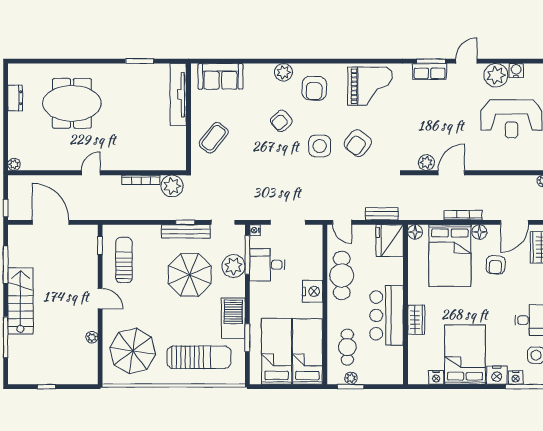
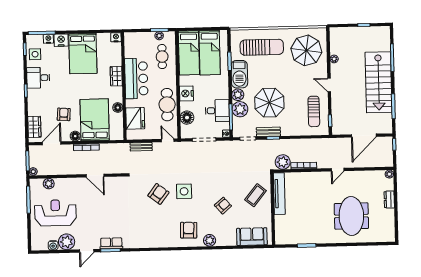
grand piano: (370, 86) -> (151, 232), removed
tv unit: (178, 95) -> (279, 194), moved
dresser: (15, 98) -> (389, 200), moved
meeting table: (72, 103) -> (351, 216), turned 90
armchair: (281, 121) -> (223, 206), moved
plant: (426, 162) -> (49, 184), moved
door: (451, 173) -> (95, 176), hinge flipped
door: (51, 222) -> (364, 136), hinge flipped
bench: (186, 231) -> (268, 132), width x0.73
floor lamp: (415, 232) -> (118, 108), moved
fridge: (390, 241) -> (135, 118), moved
floor lamp: (313, 255) -> (187, 118), added
plant: (236, 288) -> (238, 95), added
stairs: (20, 301) -> (379, 82), width x1.36, depth x1.51
sun lounger: (199, 357) -> (262, 47), turned 180
nightstand: (436, 377) -> (116, 37), moved

